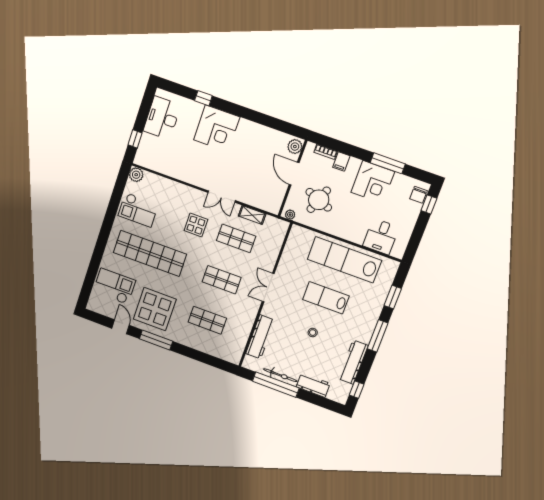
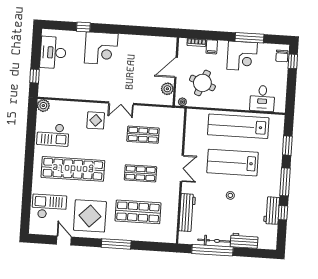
plant: (295, 147) -> (167, 89), moved
door: (294, 174) -> (176, 67), hinge flipped
shelving: (252, 215) -> (151, 111), removed
display table: (196, 225) -> (96, 120), moved
double door: (268, 288) -> (182, 168), swing flipped
lab bench: (326, 298) -> (233, 163), width x1.36, depth x1.39
shop shelf: (207, 320) -> (138, 212), width x1.43, depth x1.36
window: (156, 340) -> (116, 244), moved
workbench: (353, 362) -> (272, 211), width x0.73
window: (357, 390) -> (283, 213), moved

